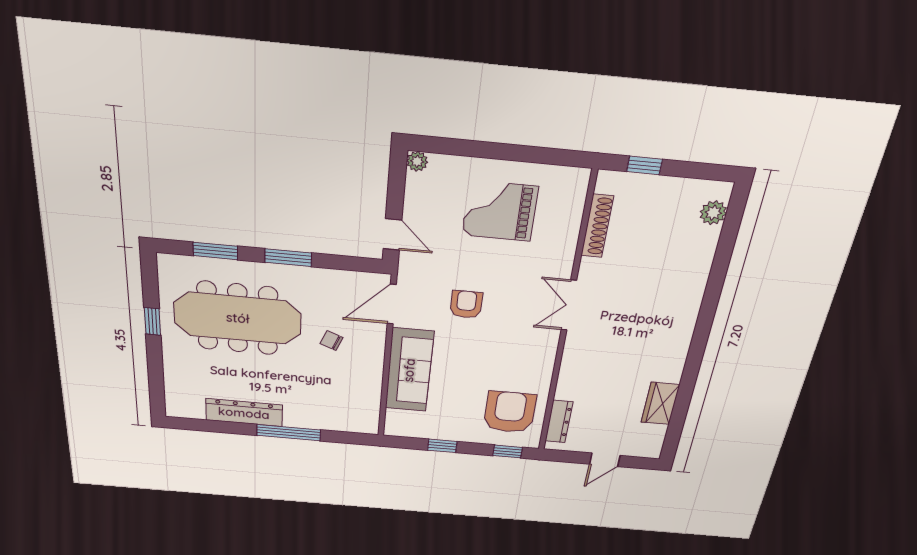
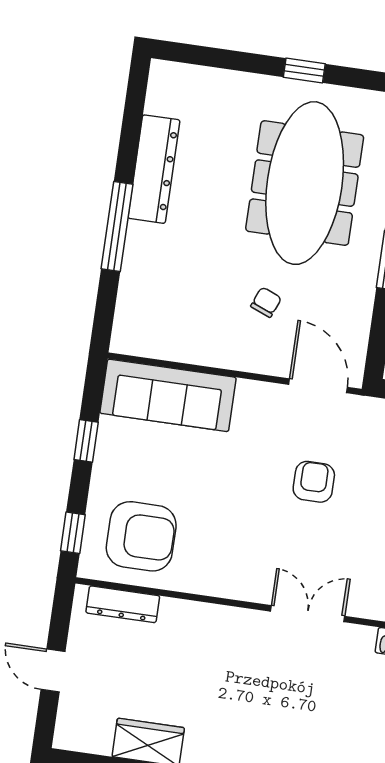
armchair: (466, 304) -> (314, 482), turned -90
sofa: (409, 370) -> (168, 395), moved

